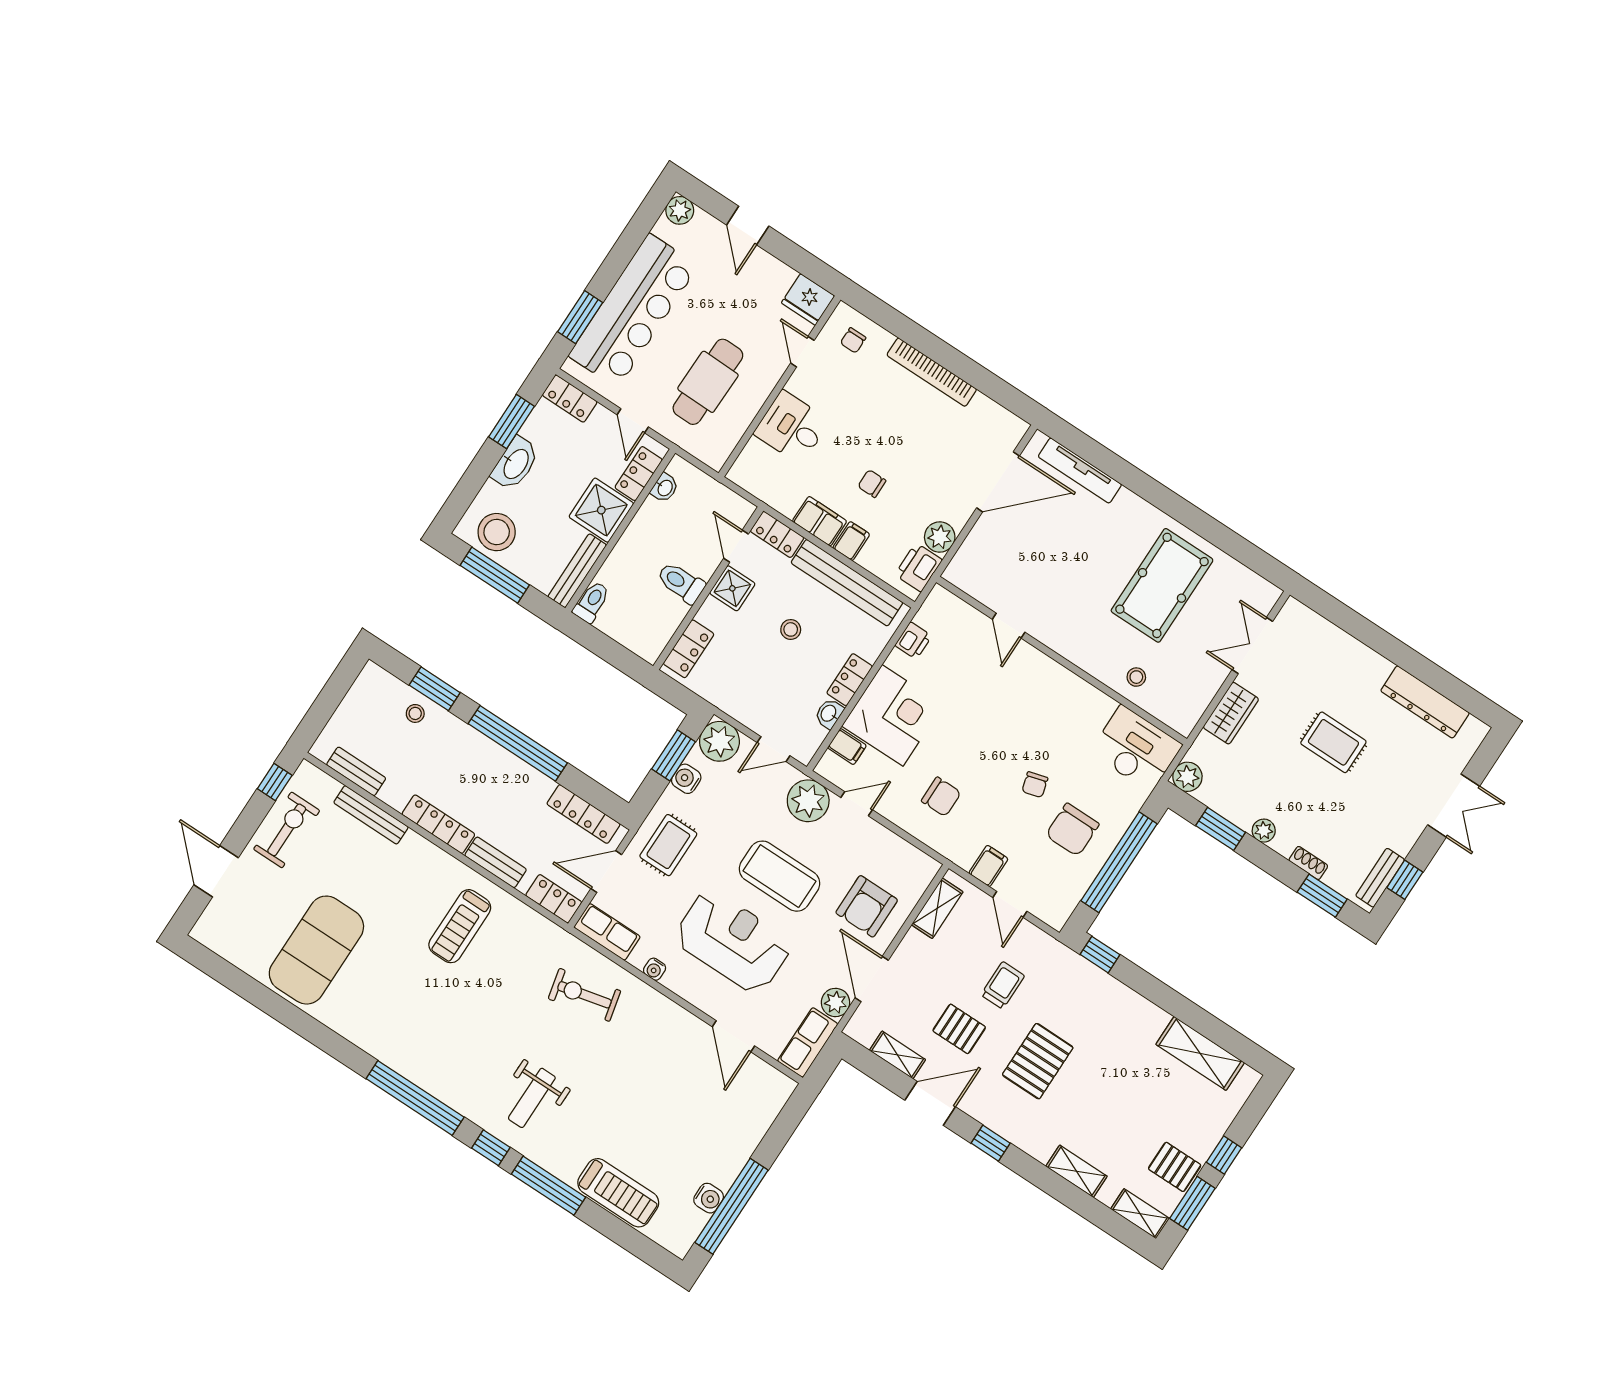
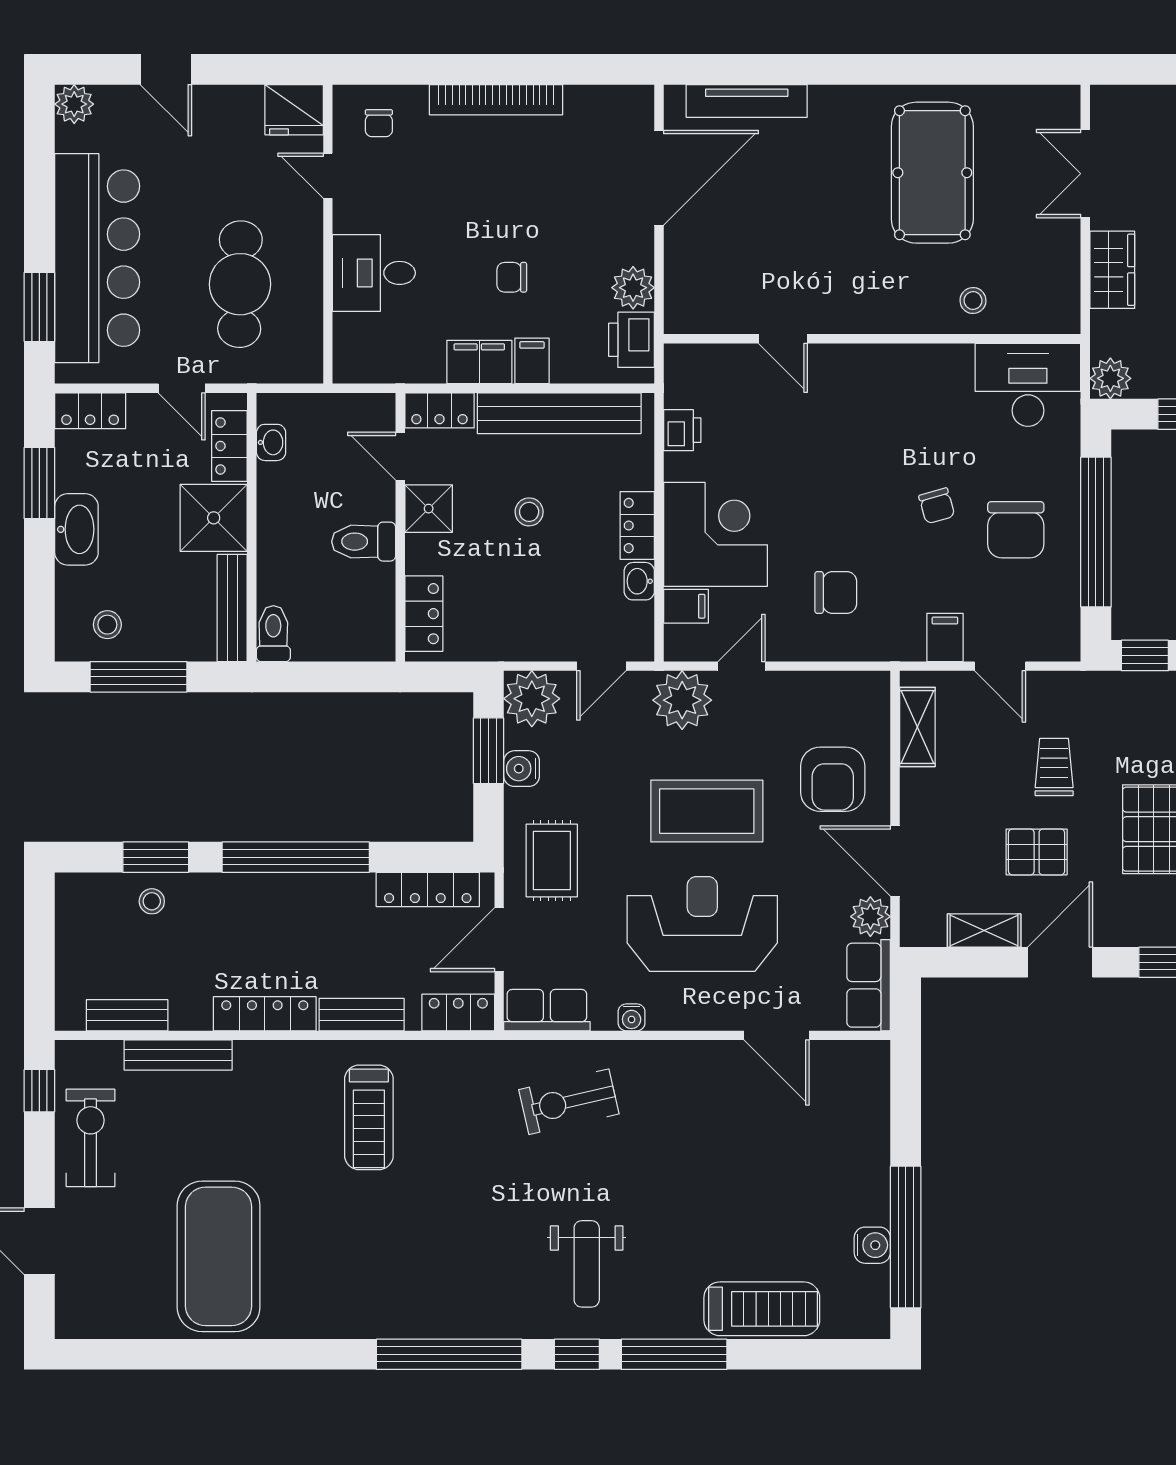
stool: (497, 532) -> (107, 625), width x0.53, depth x0.53

